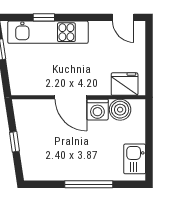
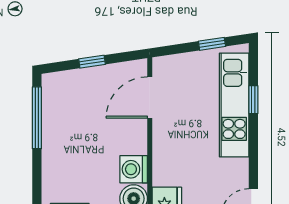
door: (71, 97) -> (150, 98), moved
window: (89, 184) -> (37, 118), moved

